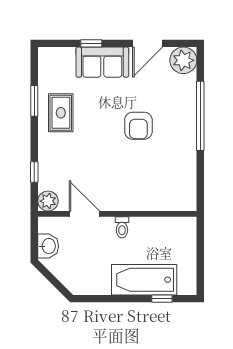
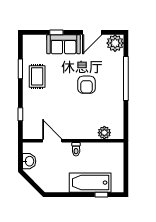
plant: (48, 201) -> (104, 133), moved

